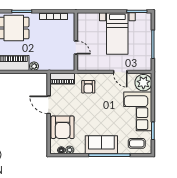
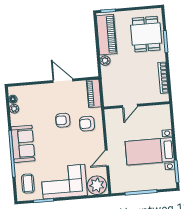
door: (49, 105) -> (63, 81), hinge flipped
armchair: (63, 127) -> (63, 120), moved, width x0.53, depth x0.53

